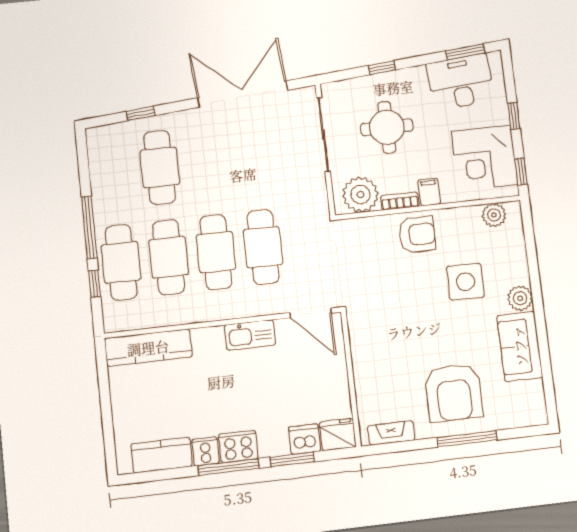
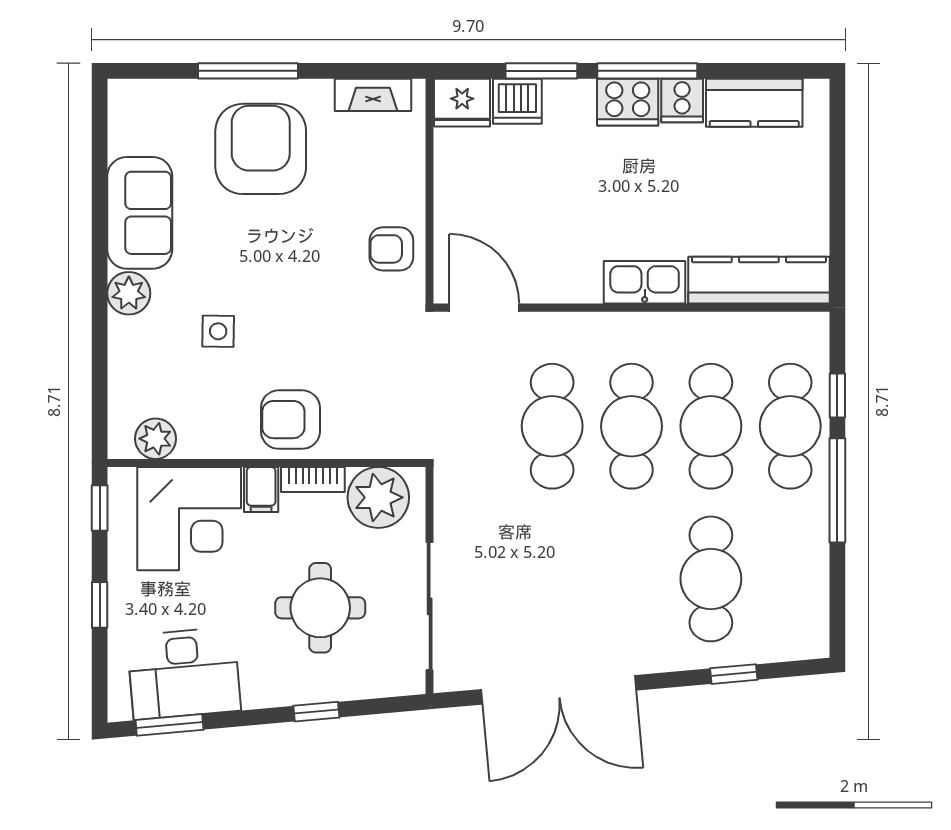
corner desk: (485, 158) -> (189, 519), moved, turned 90
side table: (465, 282) -> (218, 331), width x0.54, depth x0.54
kitchen sink: (250, 335) -> (645, 282), moved
armchair: (370, 342) -> (391, 249), added

